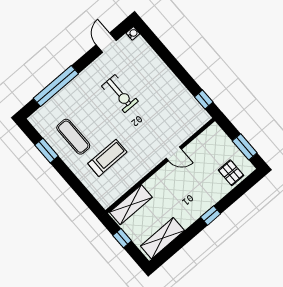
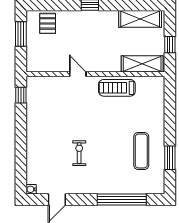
exercise bike: (120, 94) -> (79, 153), width x0.73, depth x0.72
treadmill: (107, 158) -> (117, 88), moved

